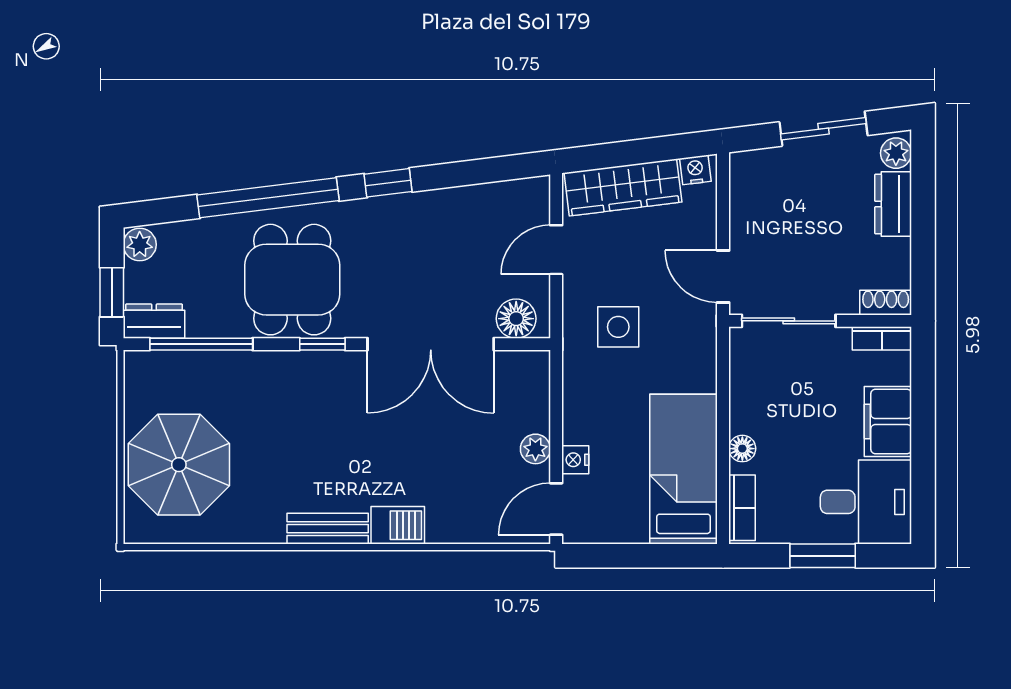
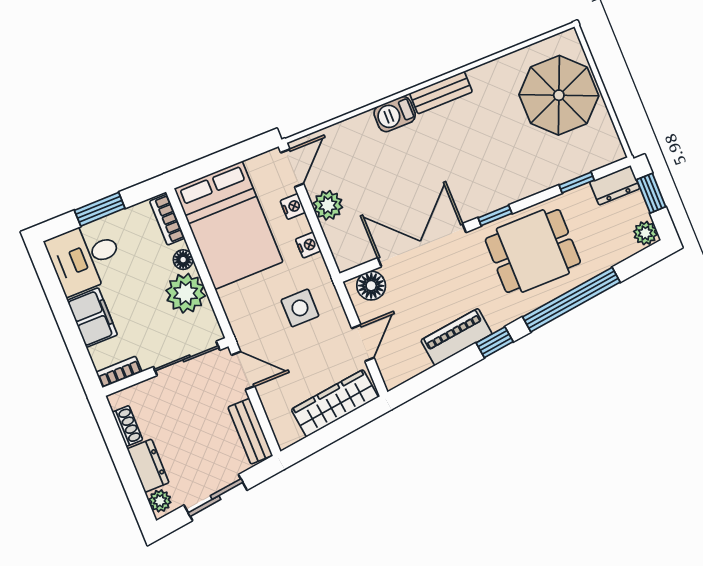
nightstand: (695, 170) -> (308, 245), moved, turned -83
bench: (745, 195) -> (250, 431), added
piano: (434, 209) -> (456, 337), added
dining table: (292, 280) -> (533, 251), turned 90
shoe rack: (886, 303) -> (127, 426), moved, turned -90
window: (201, 344) -> (577, 183), width x0.46
plant: (756, 405) -> (186, 293), added
plant: (535, 449) -> (328, 205), width x1.38, depth x1.38
bed: (684, 469) -> (229, 225), width x1.50

